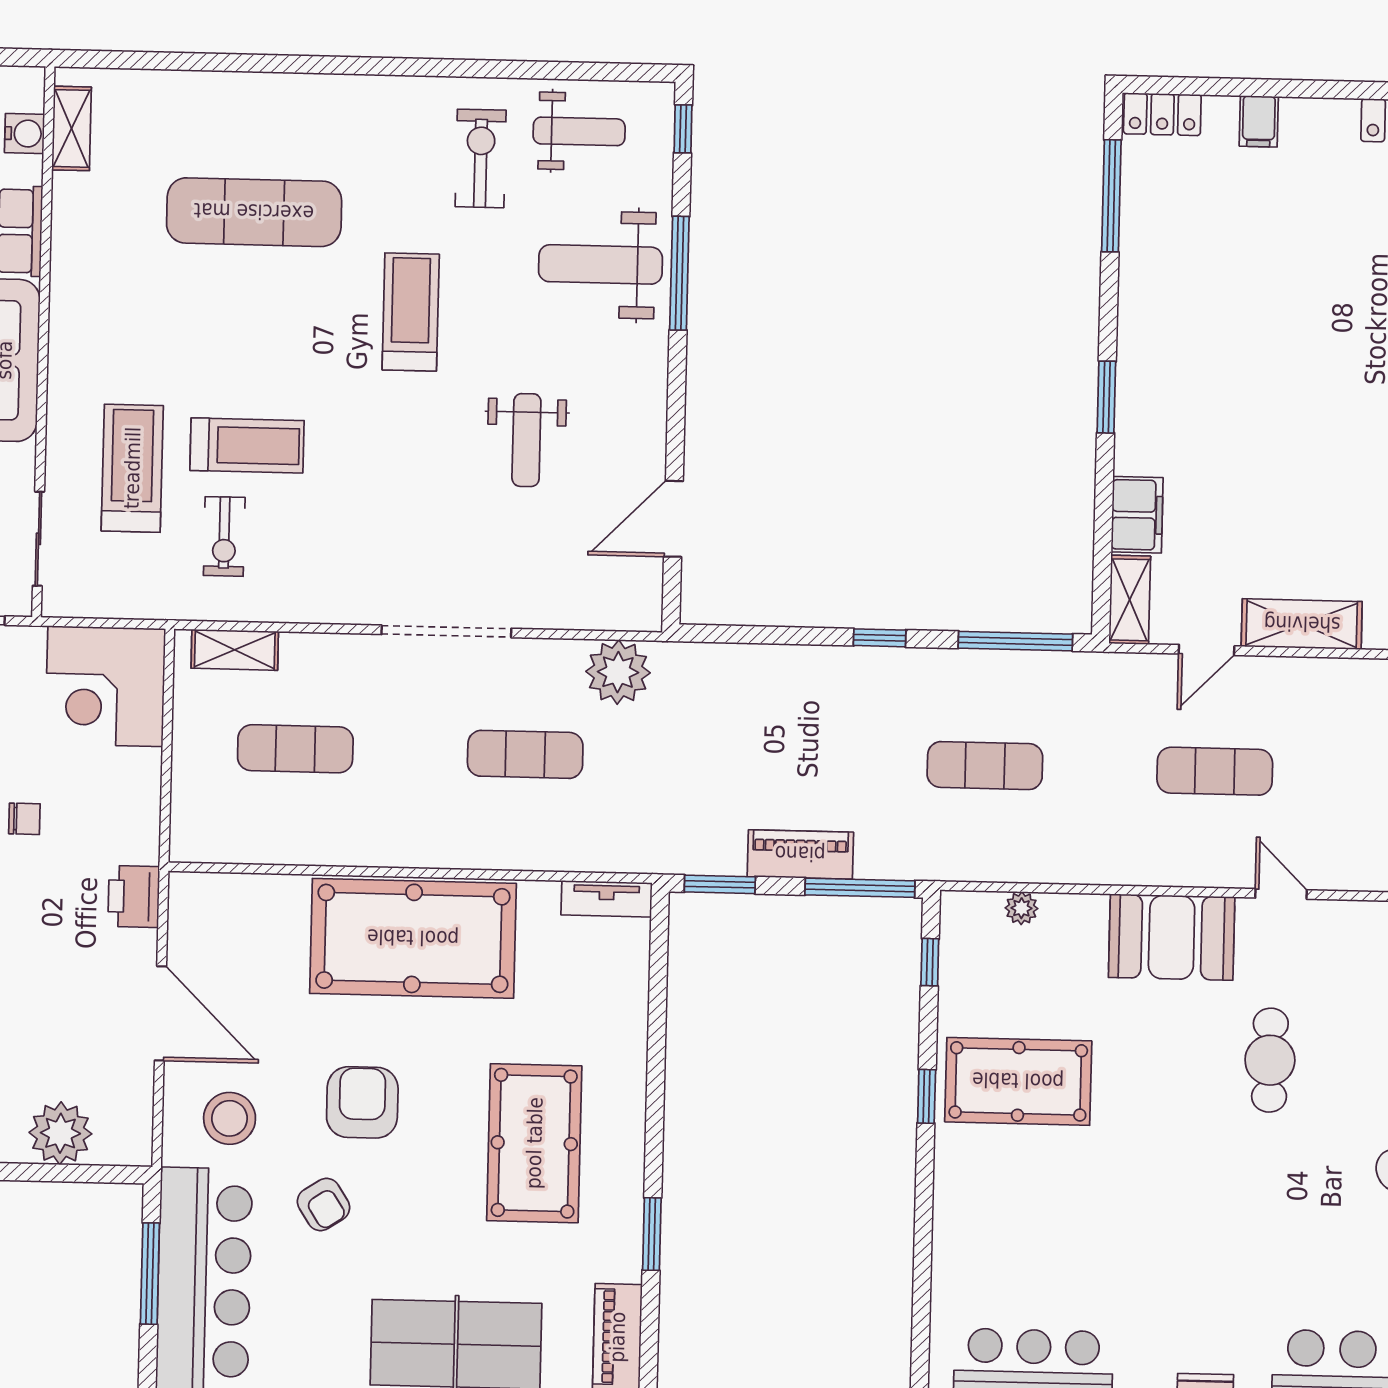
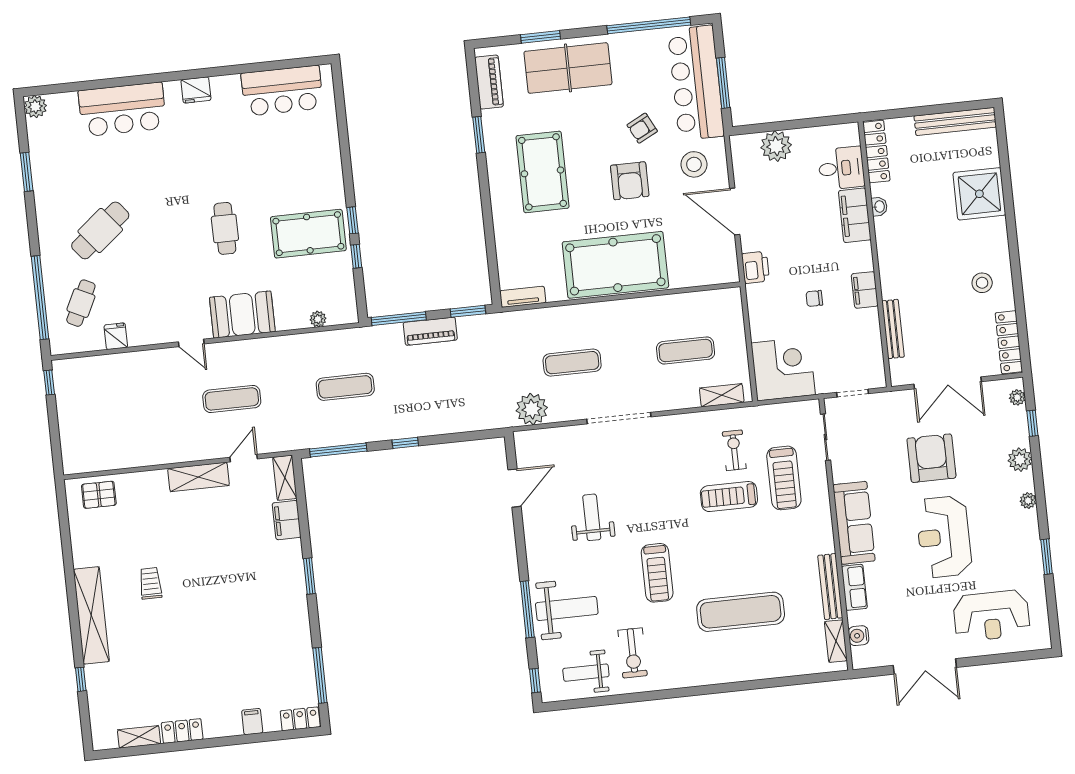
bench: (68, 239) -> (830, 587), added
window: (930, 962) -> (356, 256), moved
cafe table: (1270, 1060) -> (225, 228), moved
armchair: (324, 1204) -> (642, 128), turned -84

